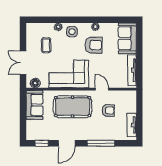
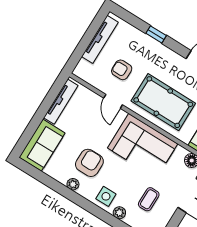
armchair: (94, 45) -> (89, 163), turned 90
tv unit: (132, 125) -> (100, 39), width x1.41
window: (101, 143) -> (156, 34), width x0.46

